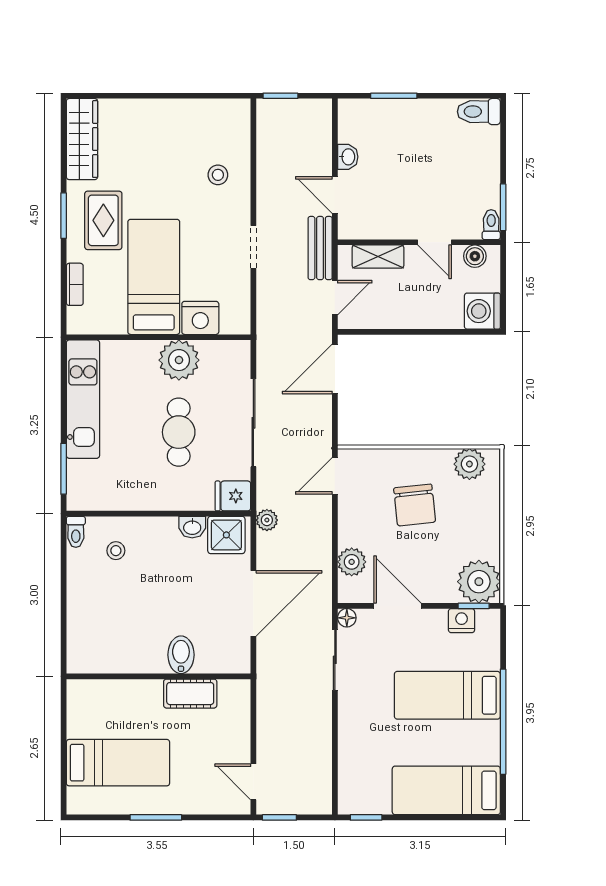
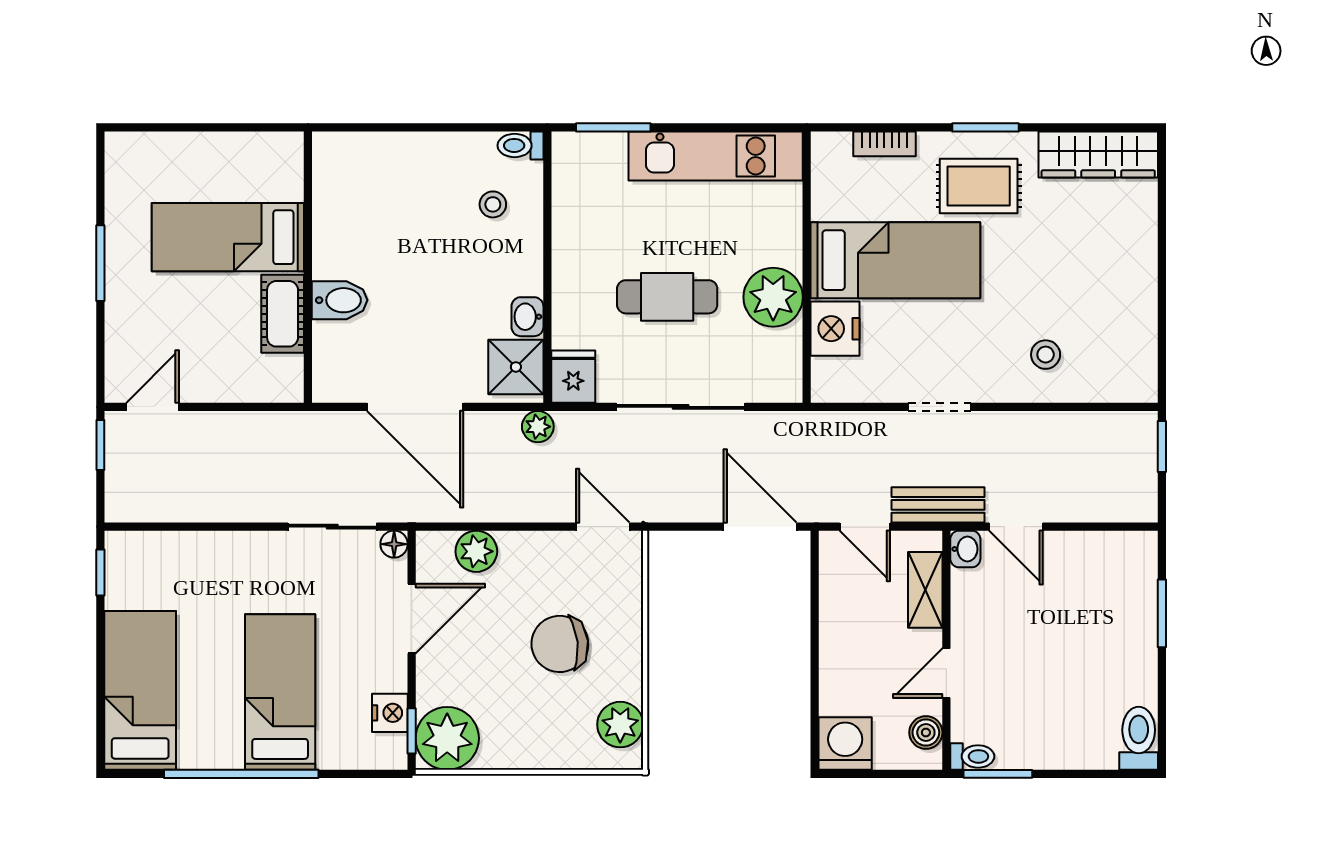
washbasin: (348, 157) -> (965, 549), moved, turned -90
door: (335, 195) -> (1016, 527), swing flipped
bed: (118, 763) -> (228, 237), moved, turned 90

